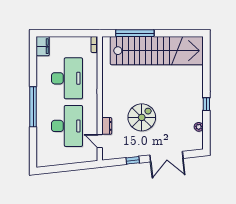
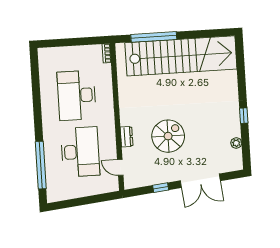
filing cabinet: (43, 46) -> (46, 59), removed
desk: (67, 78) -> (77, 95), turned 180
window: (33, 107) -> (41, 165), moved
dresser: (107, 126) -> (127, 137), moved

